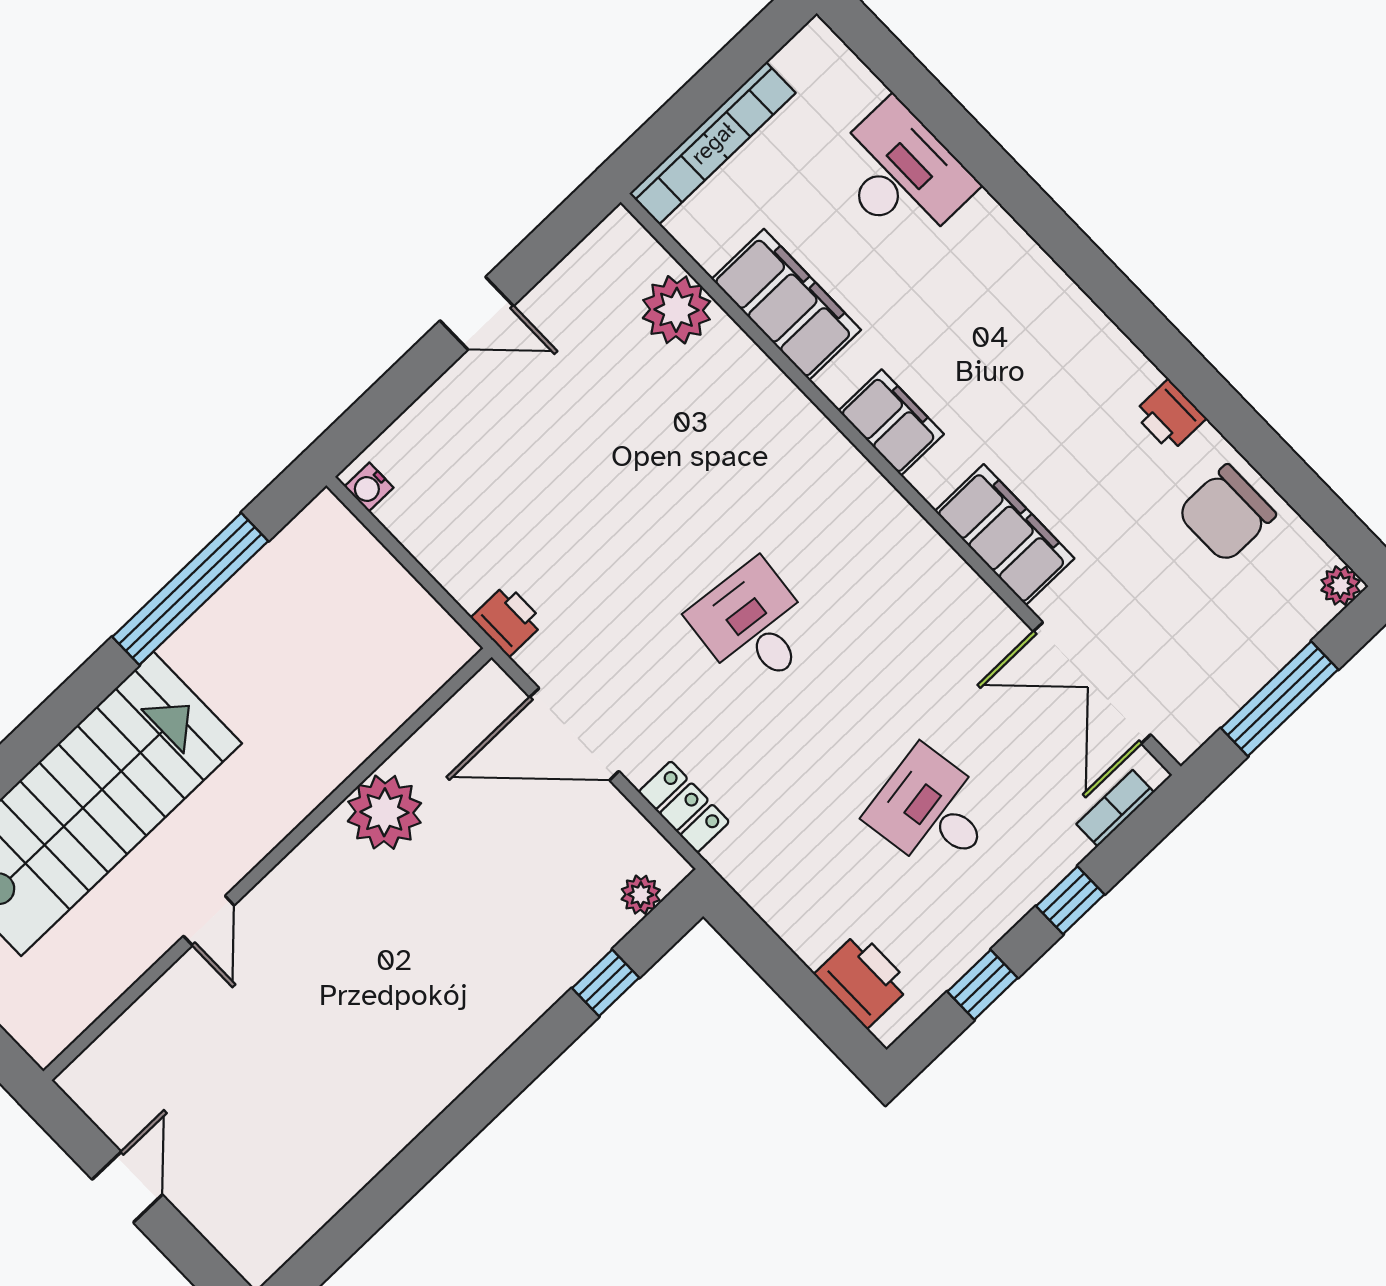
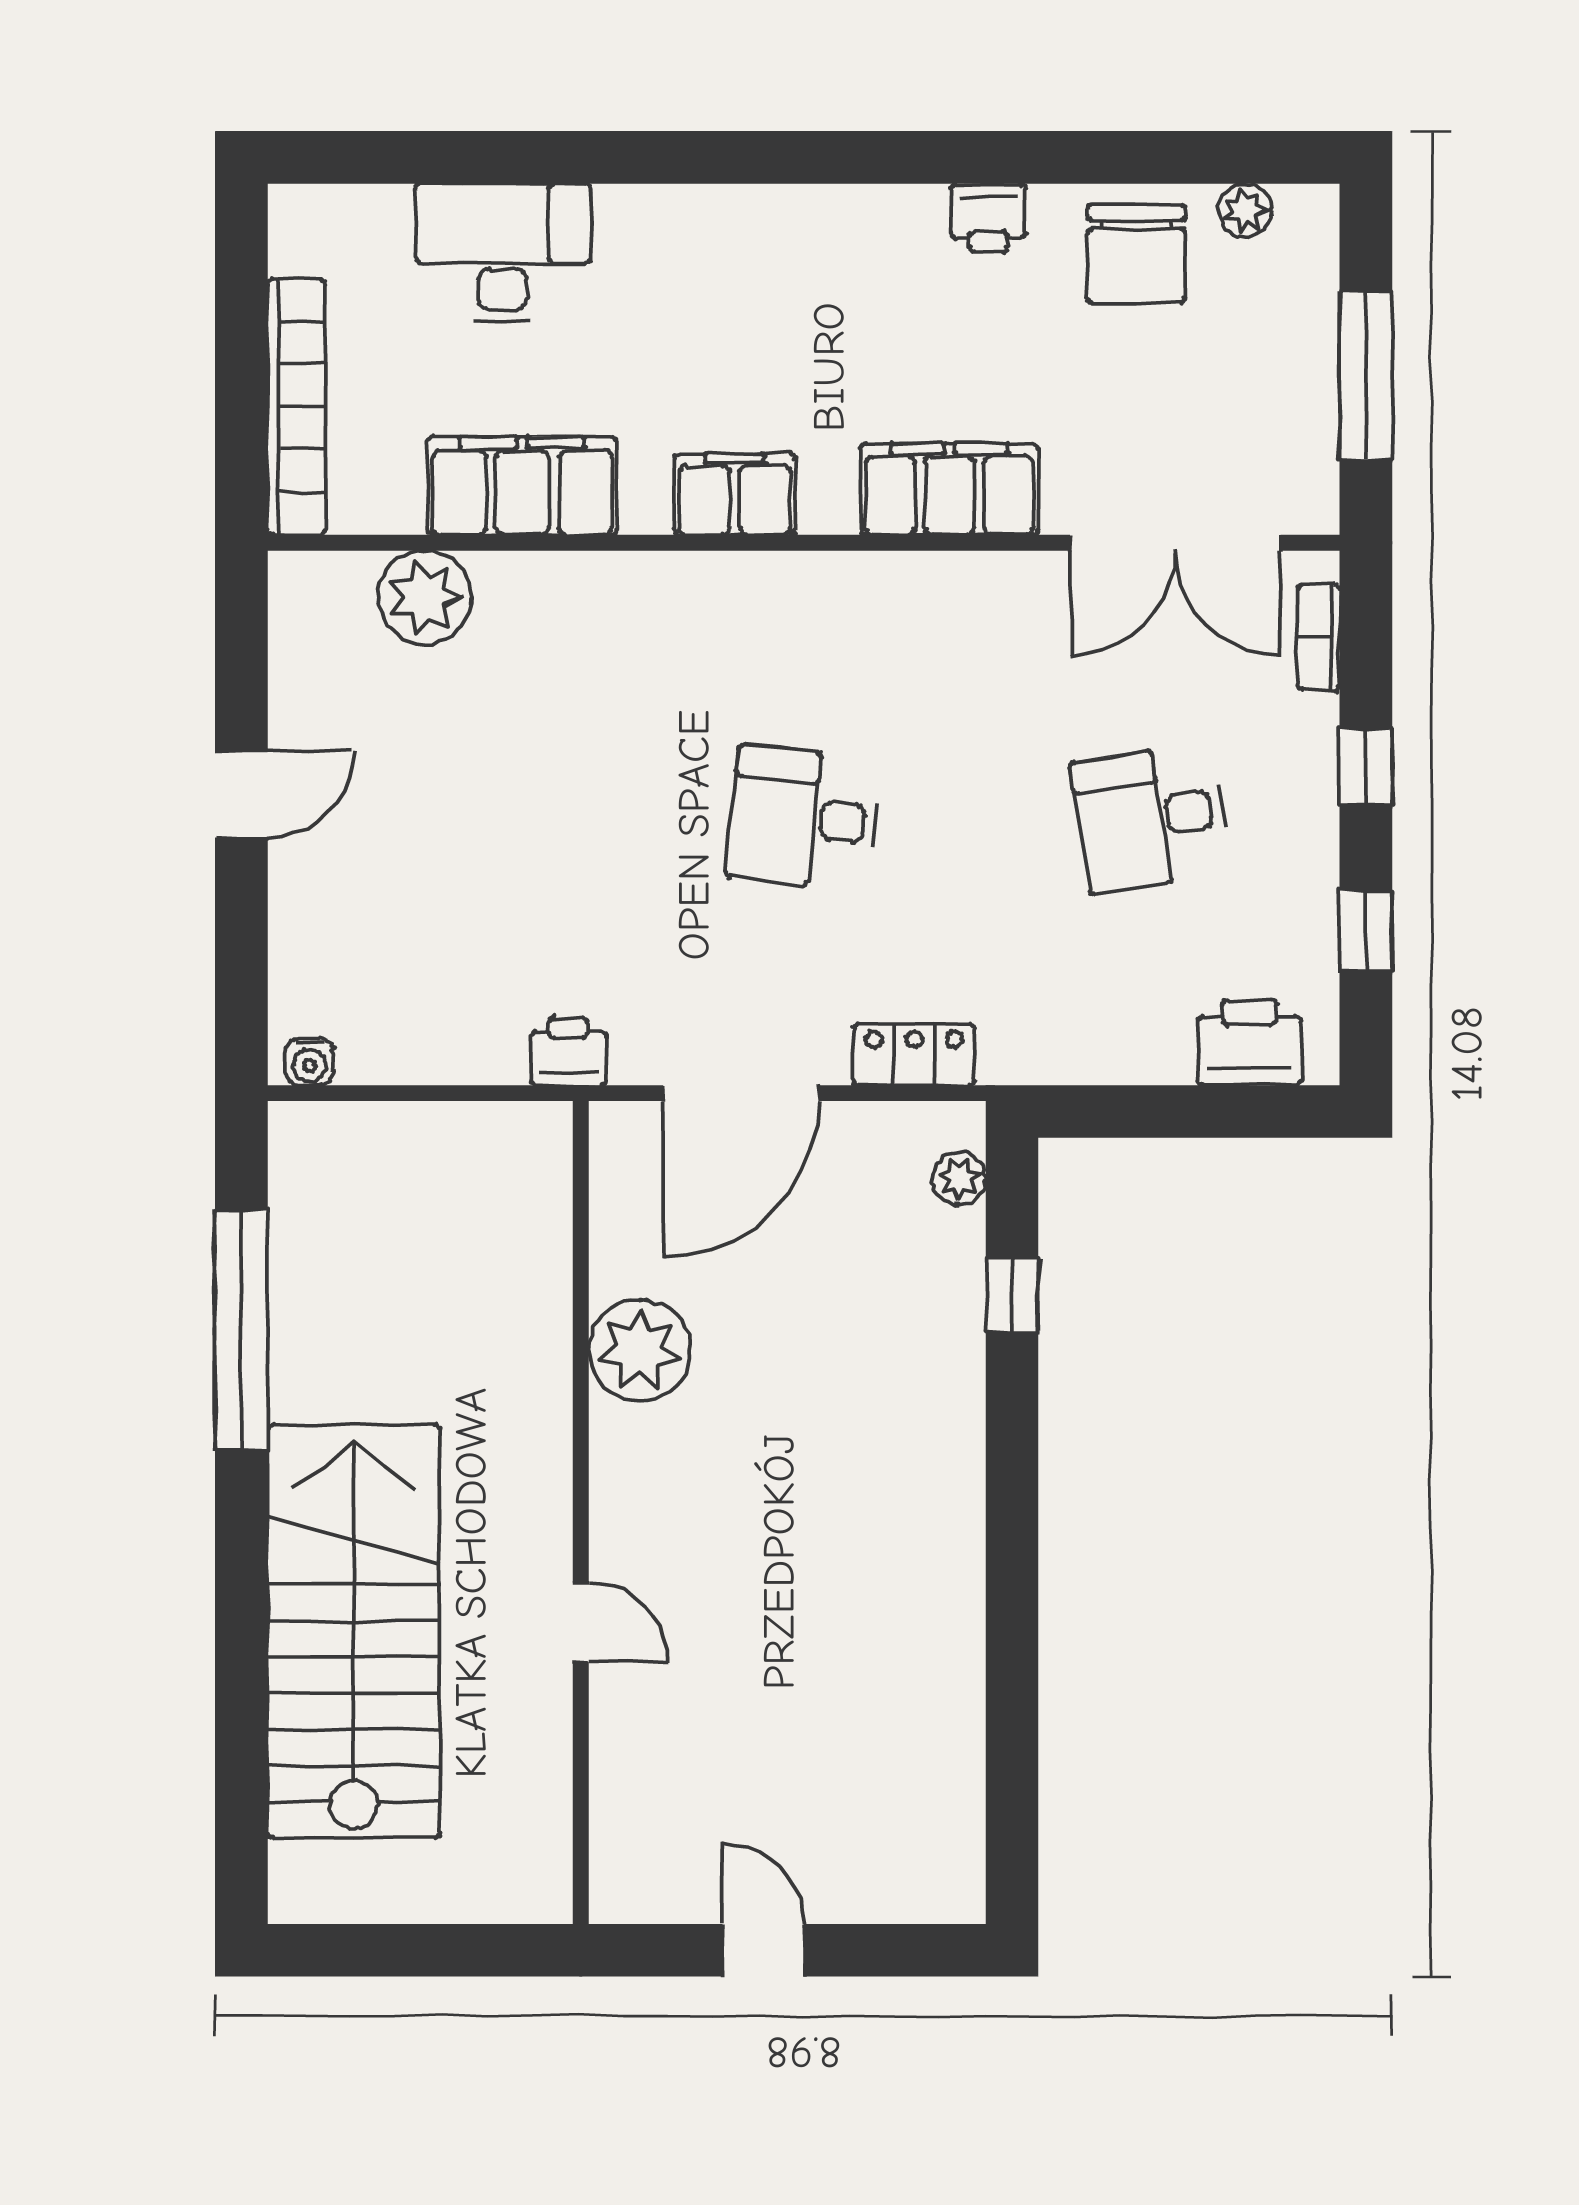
plant: (1340, 586) -> (1244, 210), moved

